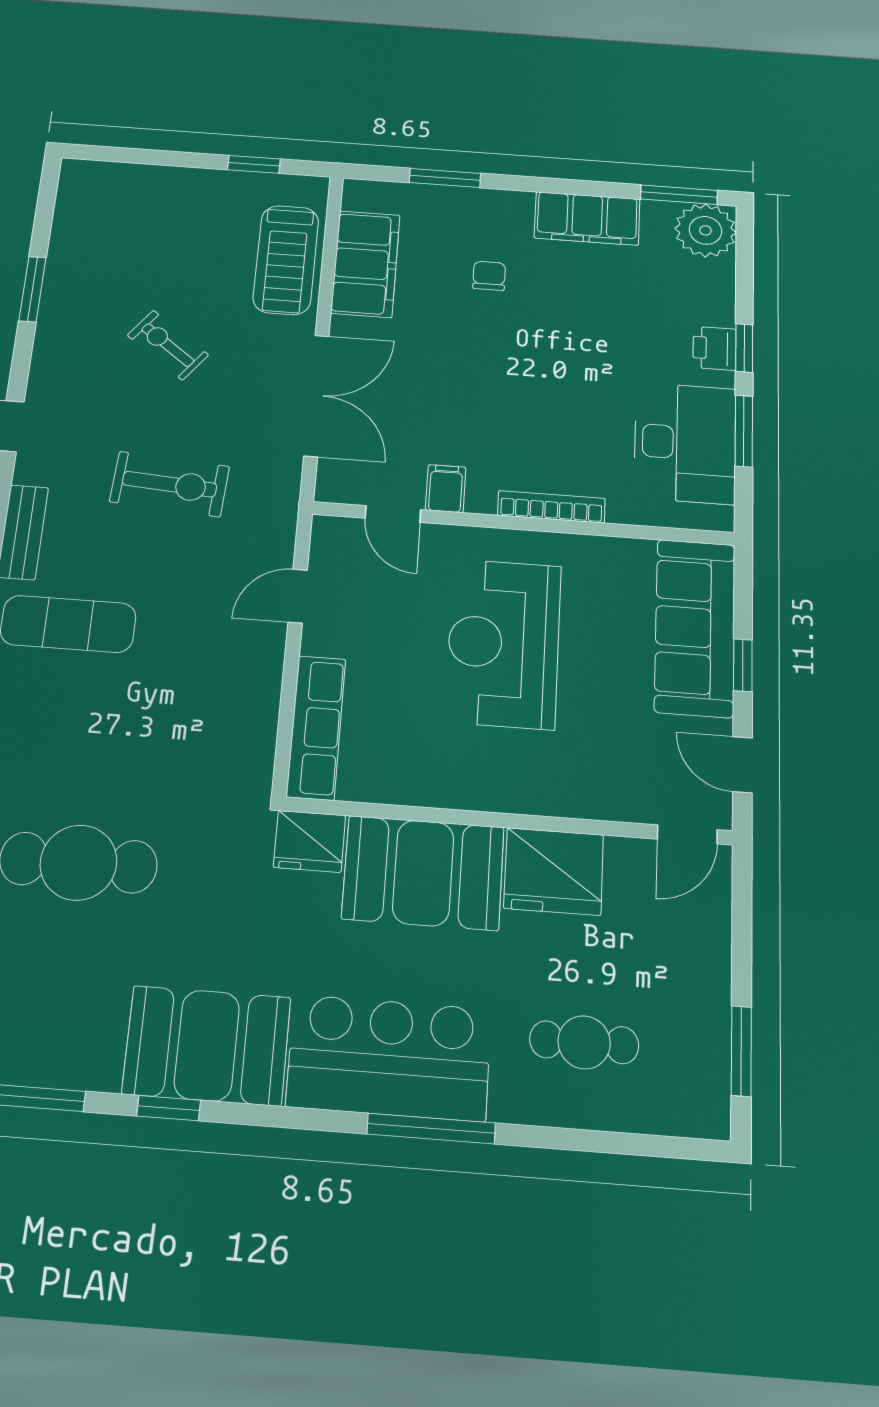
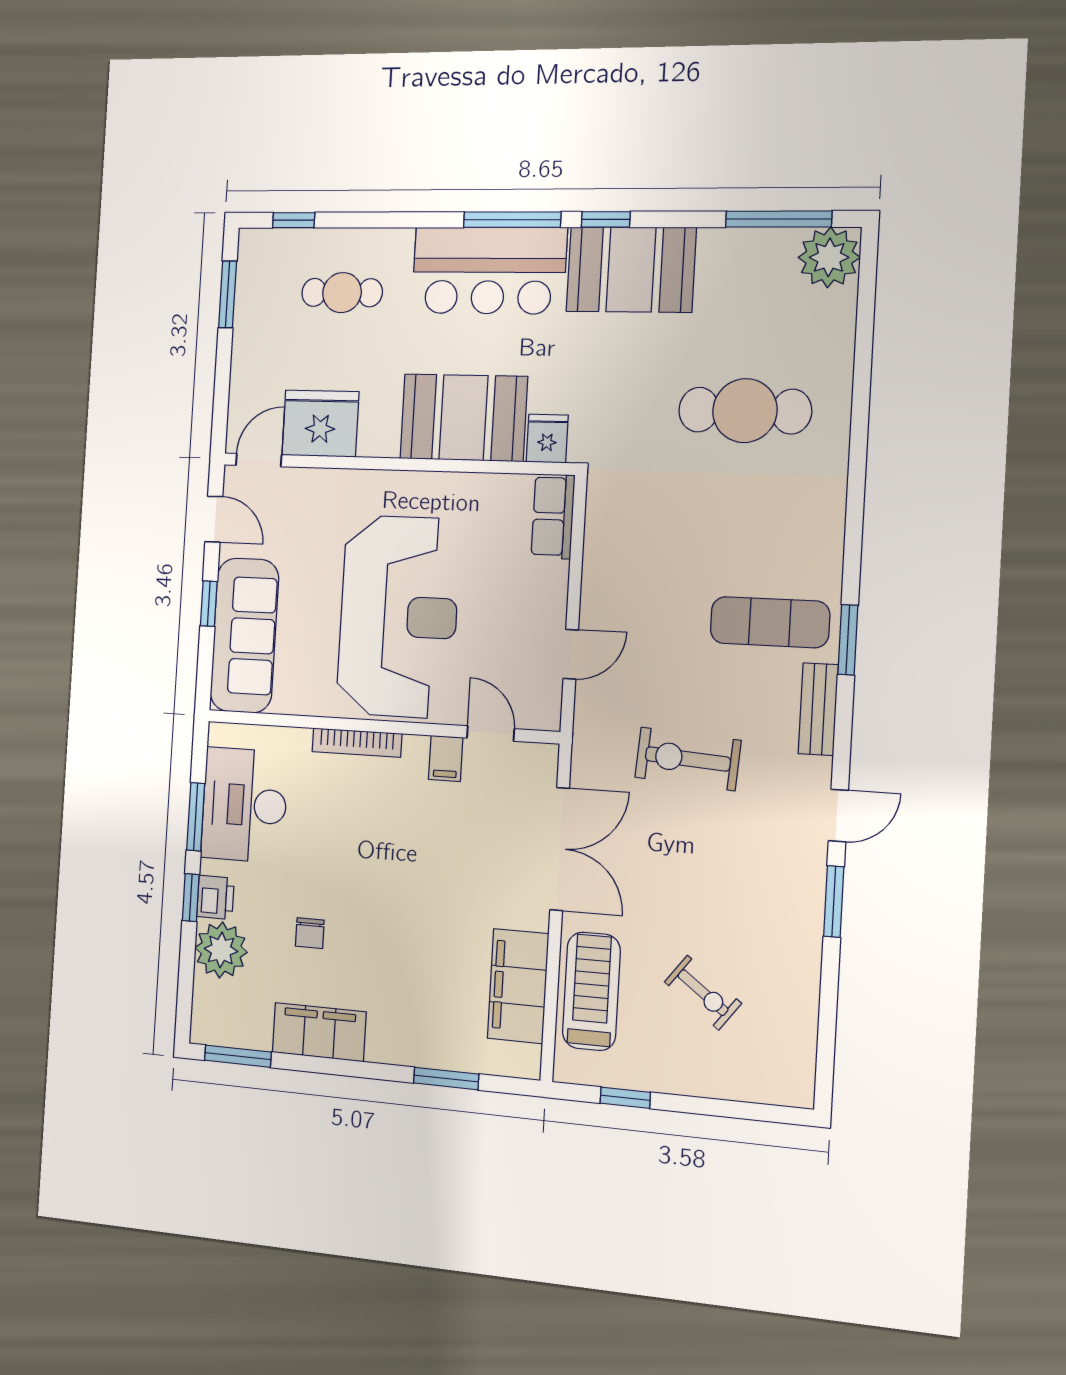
plant: (705, 230) -> (221, 950), moved
chair: (489, 276) -> (310, 933), moved
window: (32, 289) -> (834, 901), moved
exercise bike: (168, 345) -> (703, 993), moved
double door: (316, 395) -> (560, 849), swing flipped
reception desk: (503, 643) -> (398, 616), width x1.36, depth x1.30
row of seats: (316, 727) -> (553, 516), width x0.68
fridge: (310, 841) -> (547, 439), width x0.72
fridge: (554, 871) -> (320, 423), moved
window: (169, 1108) -> (606, 219), moved
window: (431, 1129) -> (512, 220), moved
window: (654, 1146) -> (294, 220), added

